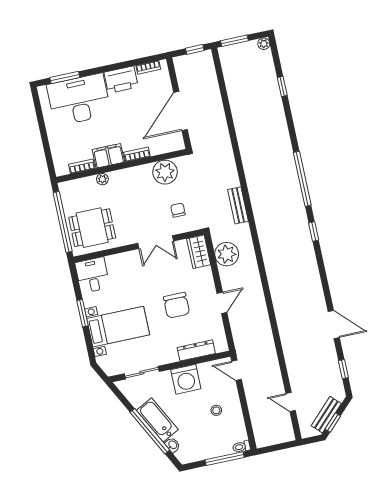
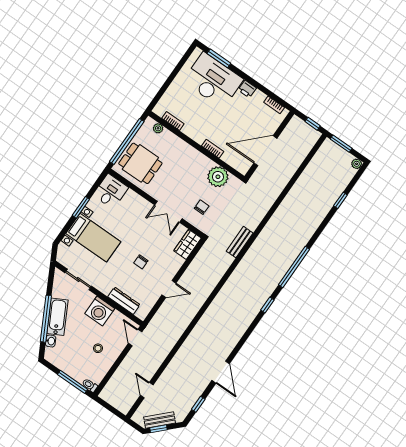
printer: (121, 80) -> (247, 89), width x0.53, depth x0.68
filing cabinet: (108, 156) -> (195, 132), removed
plant: (102, 179) -> (158, 128), moved
plant: (227, 254) -> (202, 263), removed
chair: (176, 305) -> (141, 262), width x0.54, depth x0.54

